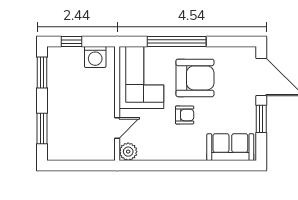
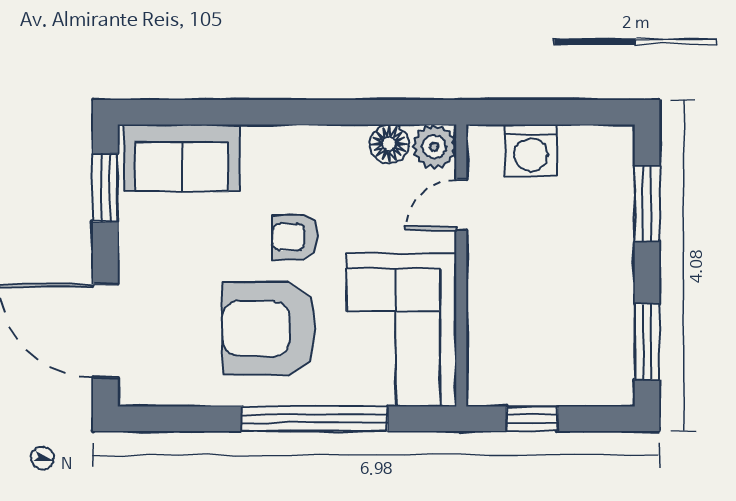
window: (72, 41) -> (532, 419), moved
washing machine: (95, 57) -> (531, 151), moved, turned 180
window: (261, 119) -> (105, 188), moved
floor lamp: (146, 153) -> (389, 144), added

